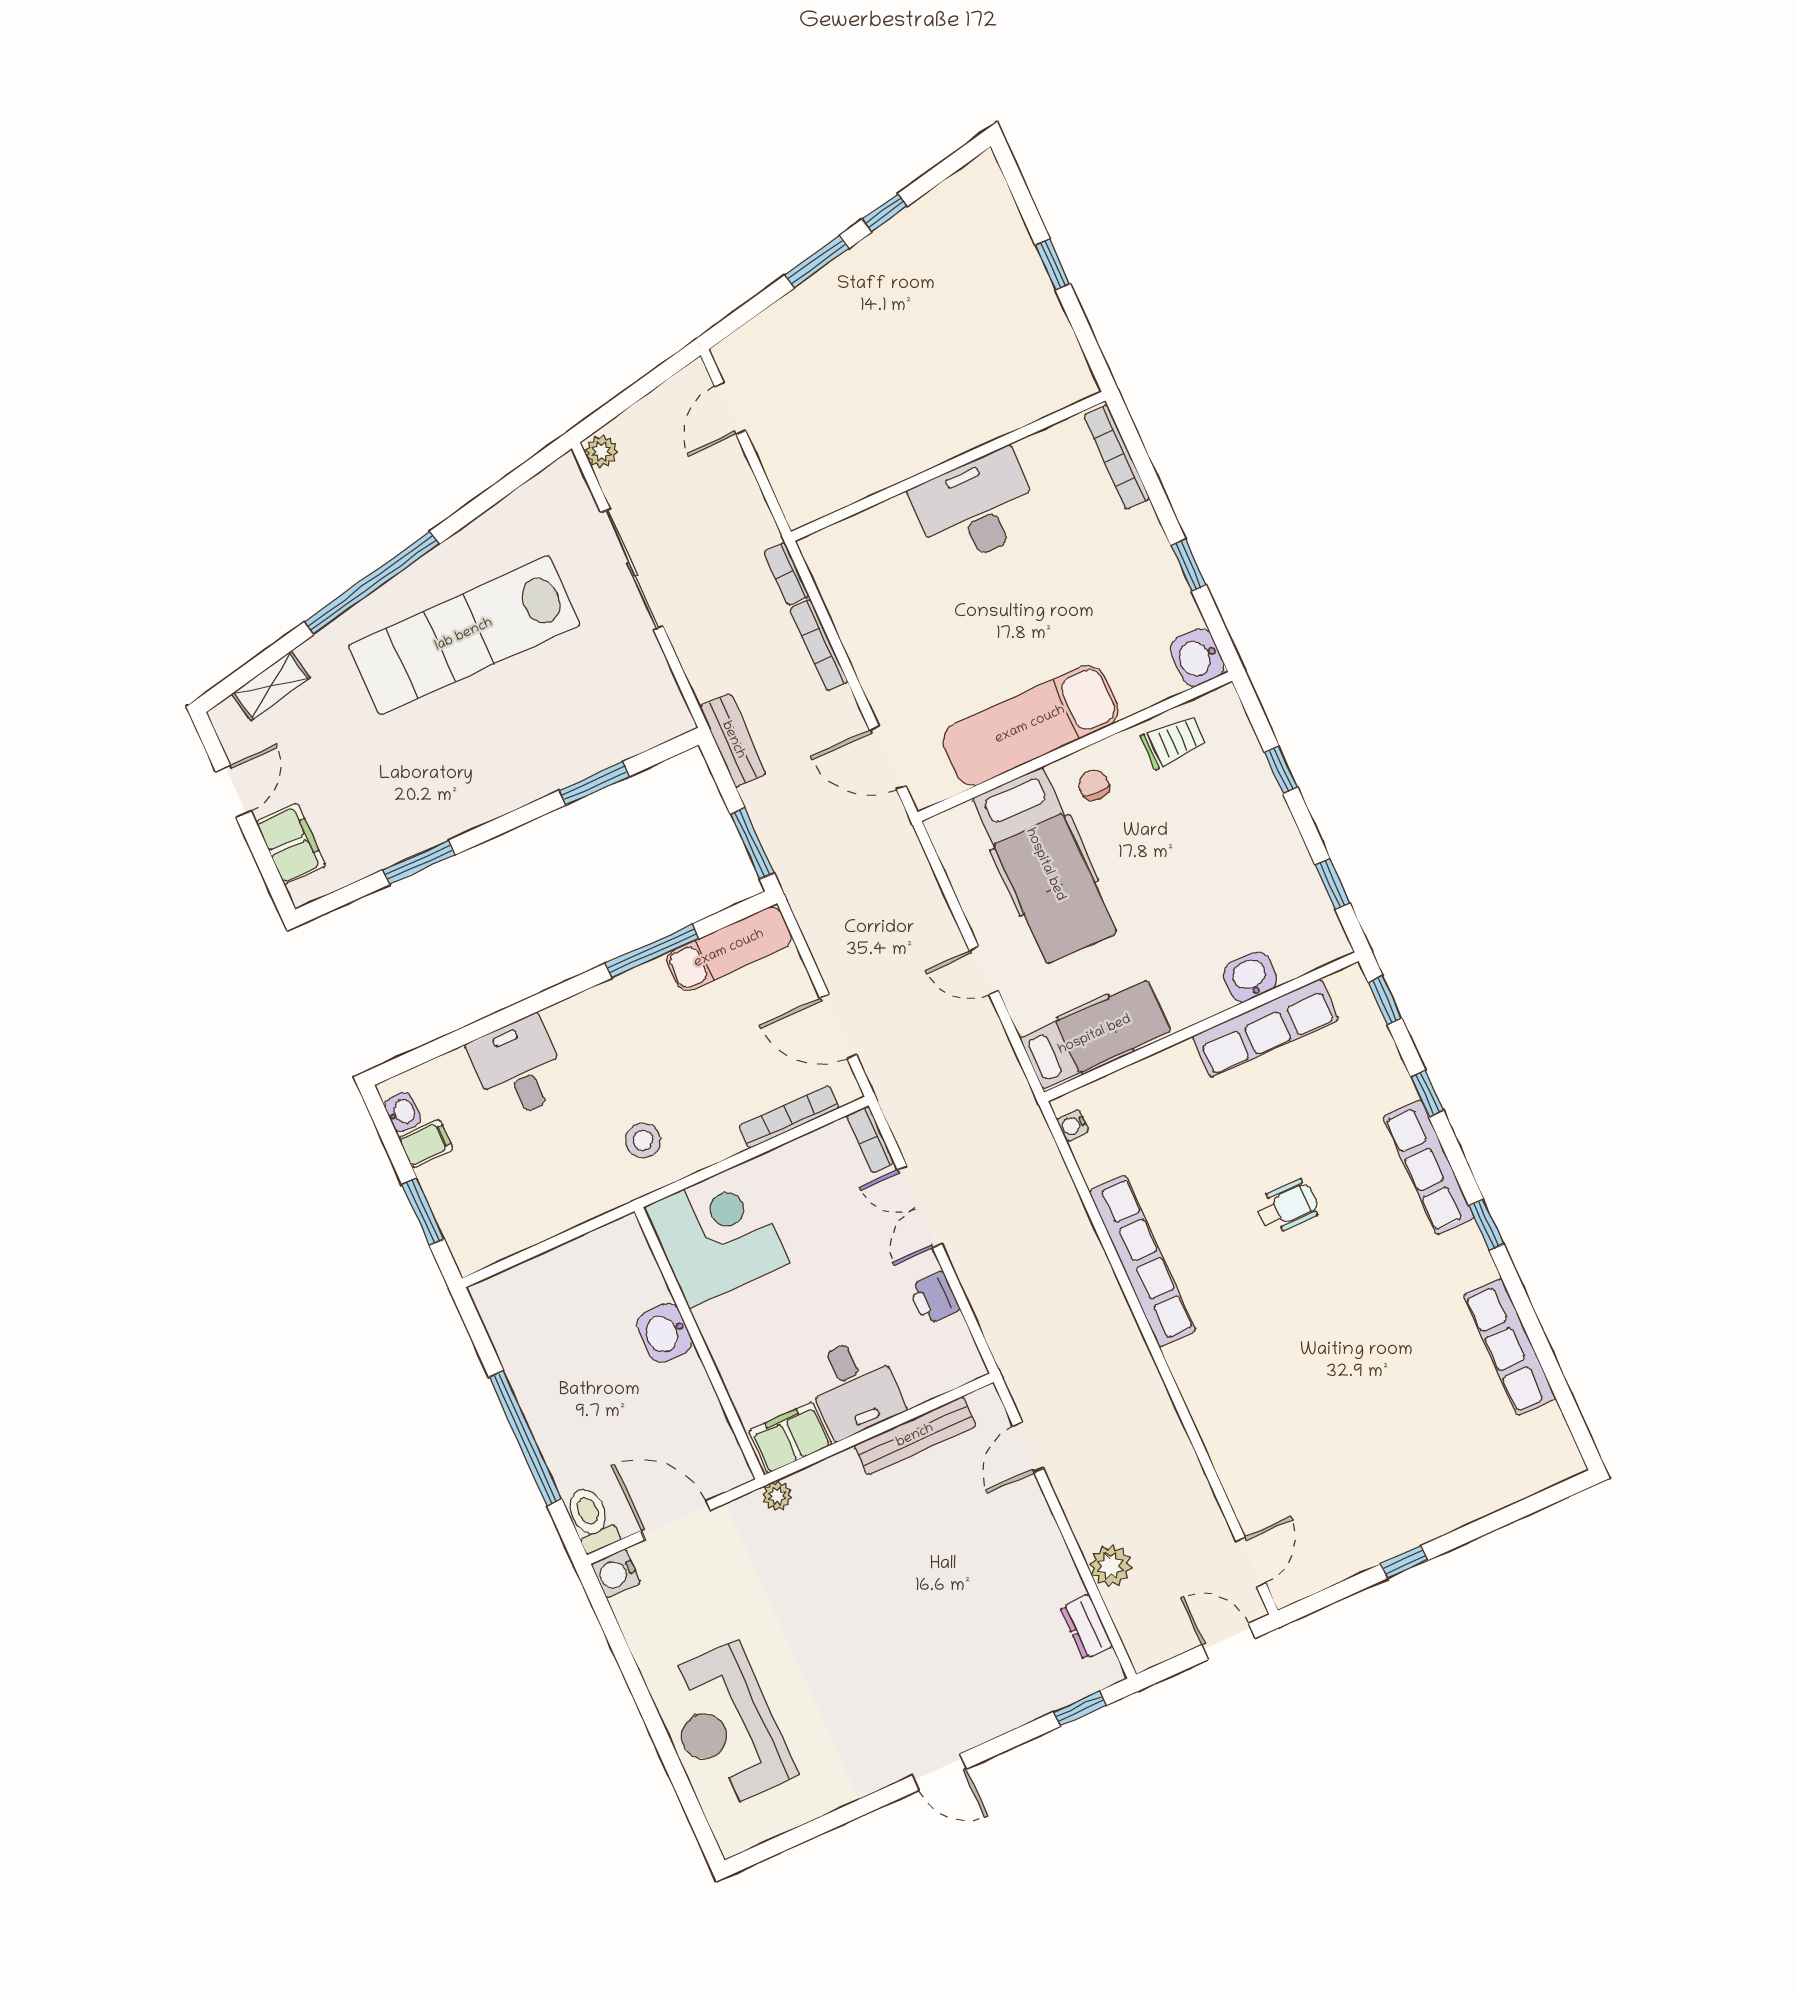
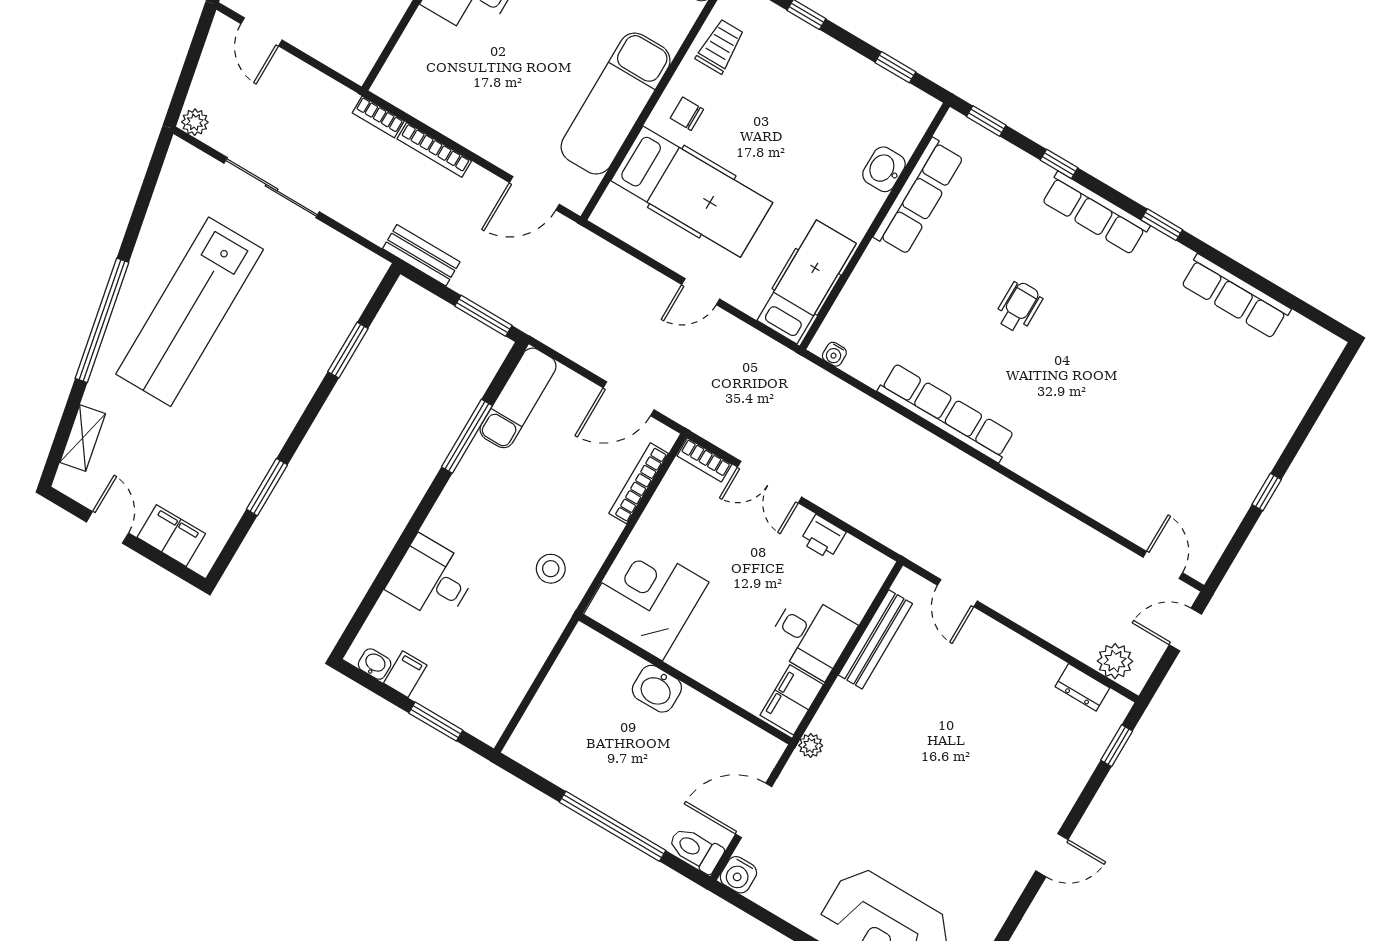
plant: (1111, 1566) -> (1115, 661), moved

